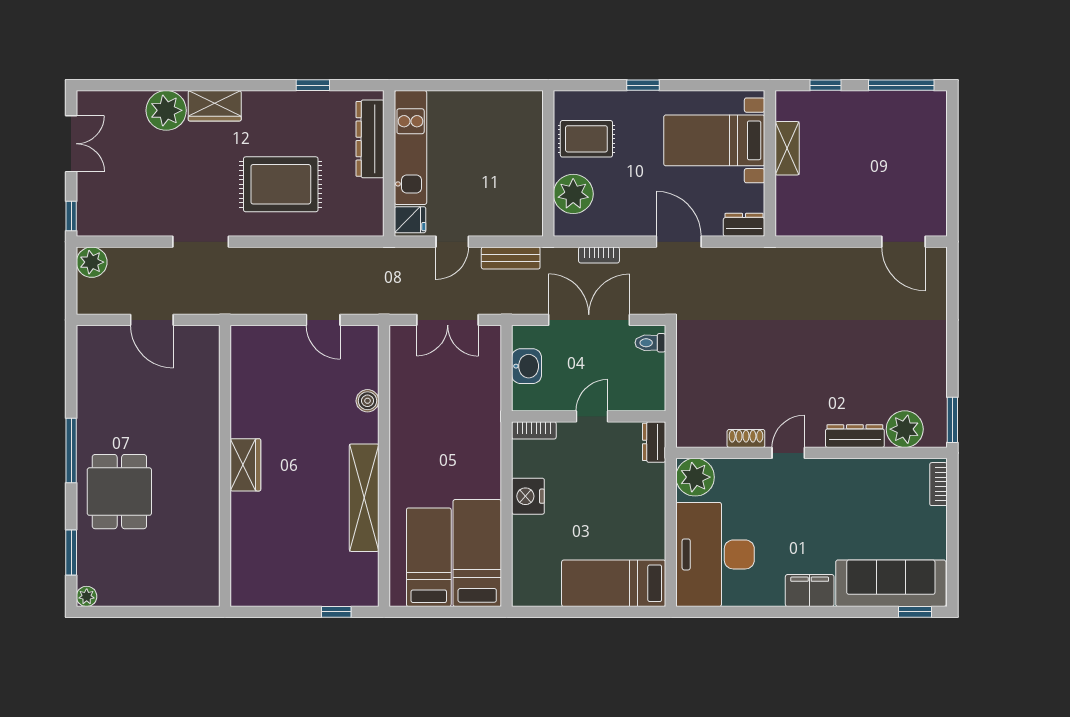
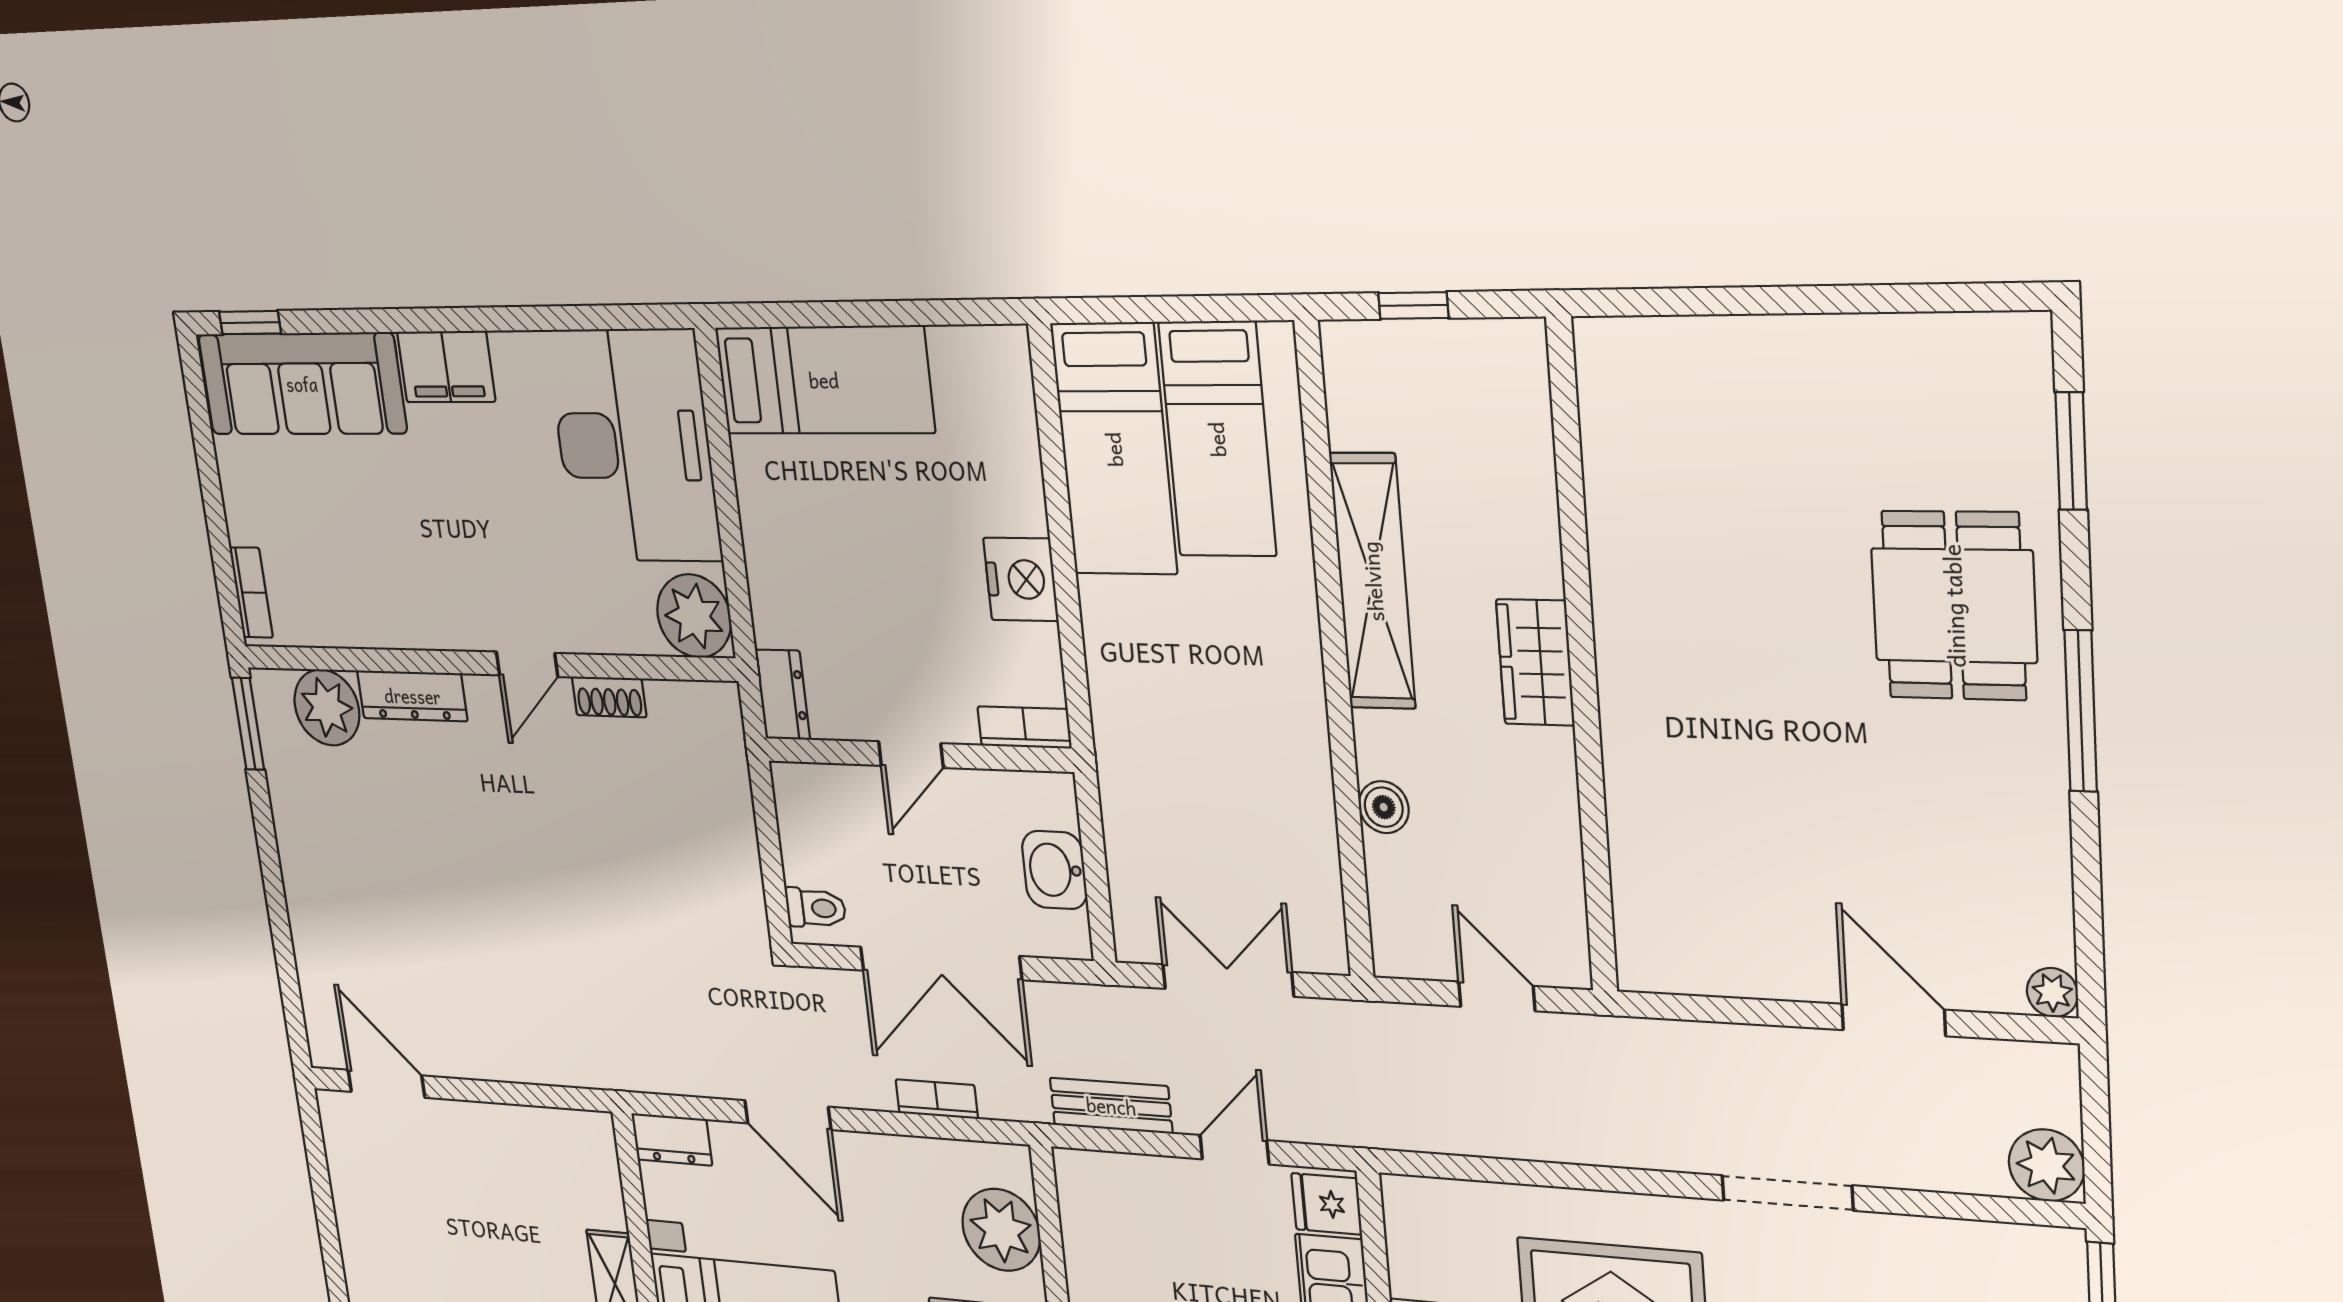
wardrobe: (245, 465) -> (1535, 662), moved
wall: (225, 466) -> (1582, 661), moved
plant: (87, 596) -> (2052, 993), moved

